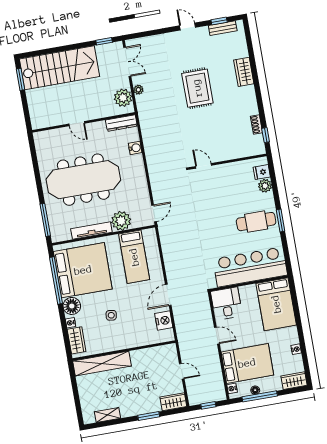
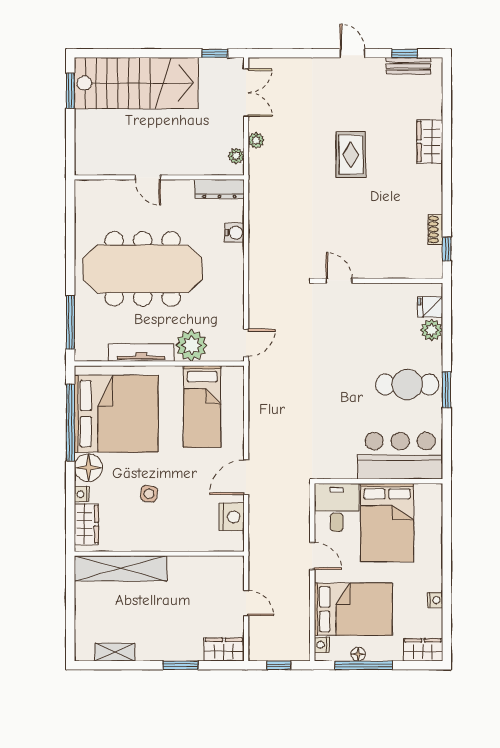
rug: (197, 88) -> (351, 155), width x0.73, depth x0.70
plant: (123, 98) -> (236, 156), width x0.53, depth x0.53
bar counter: (250, 267) -> (400, 456), width x0.73
bed: (276, 304) -> (387, 523), moved

